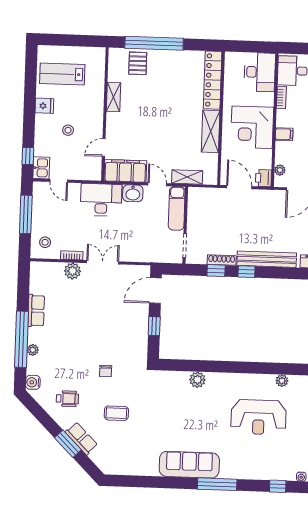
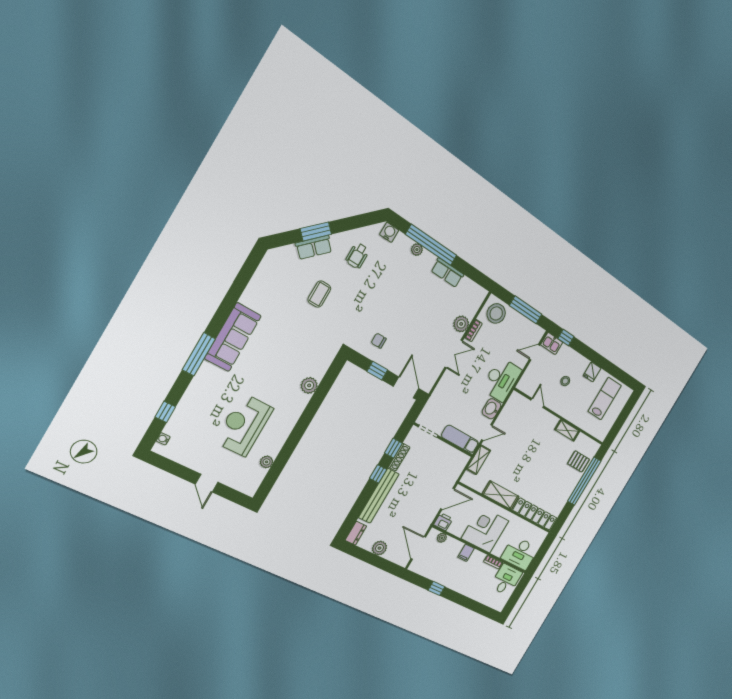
filing cabinet: (125, 171) -> (511, 411), removed
stool: (45, 242) -> (496, 313), width x1.89, depth x1.89
chair: (106, 371) -> (379, 341), moved

